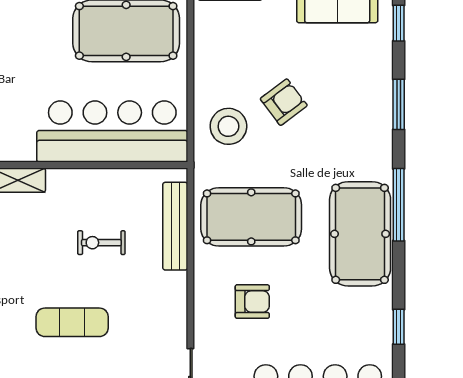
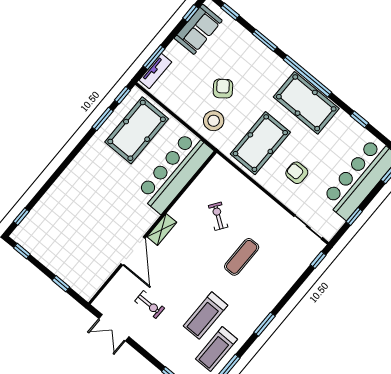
window: (399, 205) -> (307, 76), width x1.46
bench: (175, 226) -> (237, 179), removed
exercise bike: (101, 243) -> (218, 216), turned 125
armchair: (252, 302) -> (297, 173), turned -90

